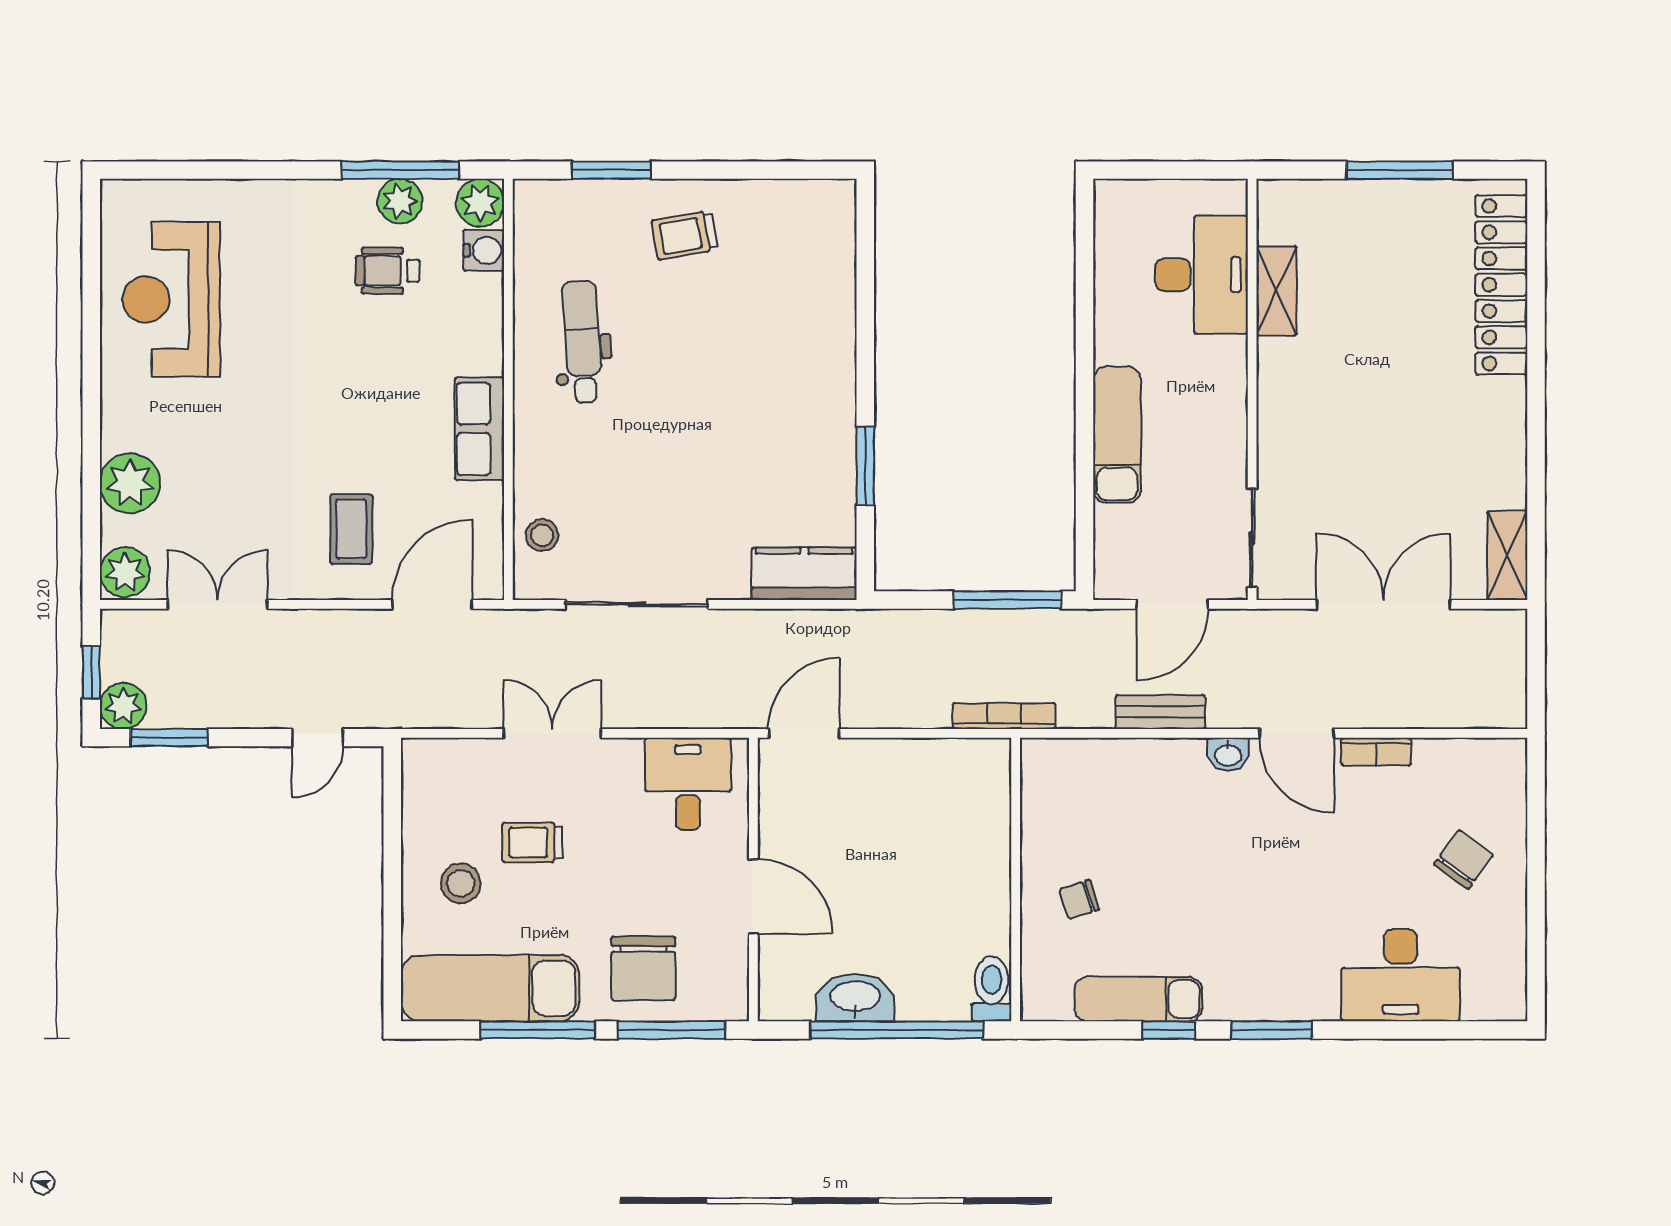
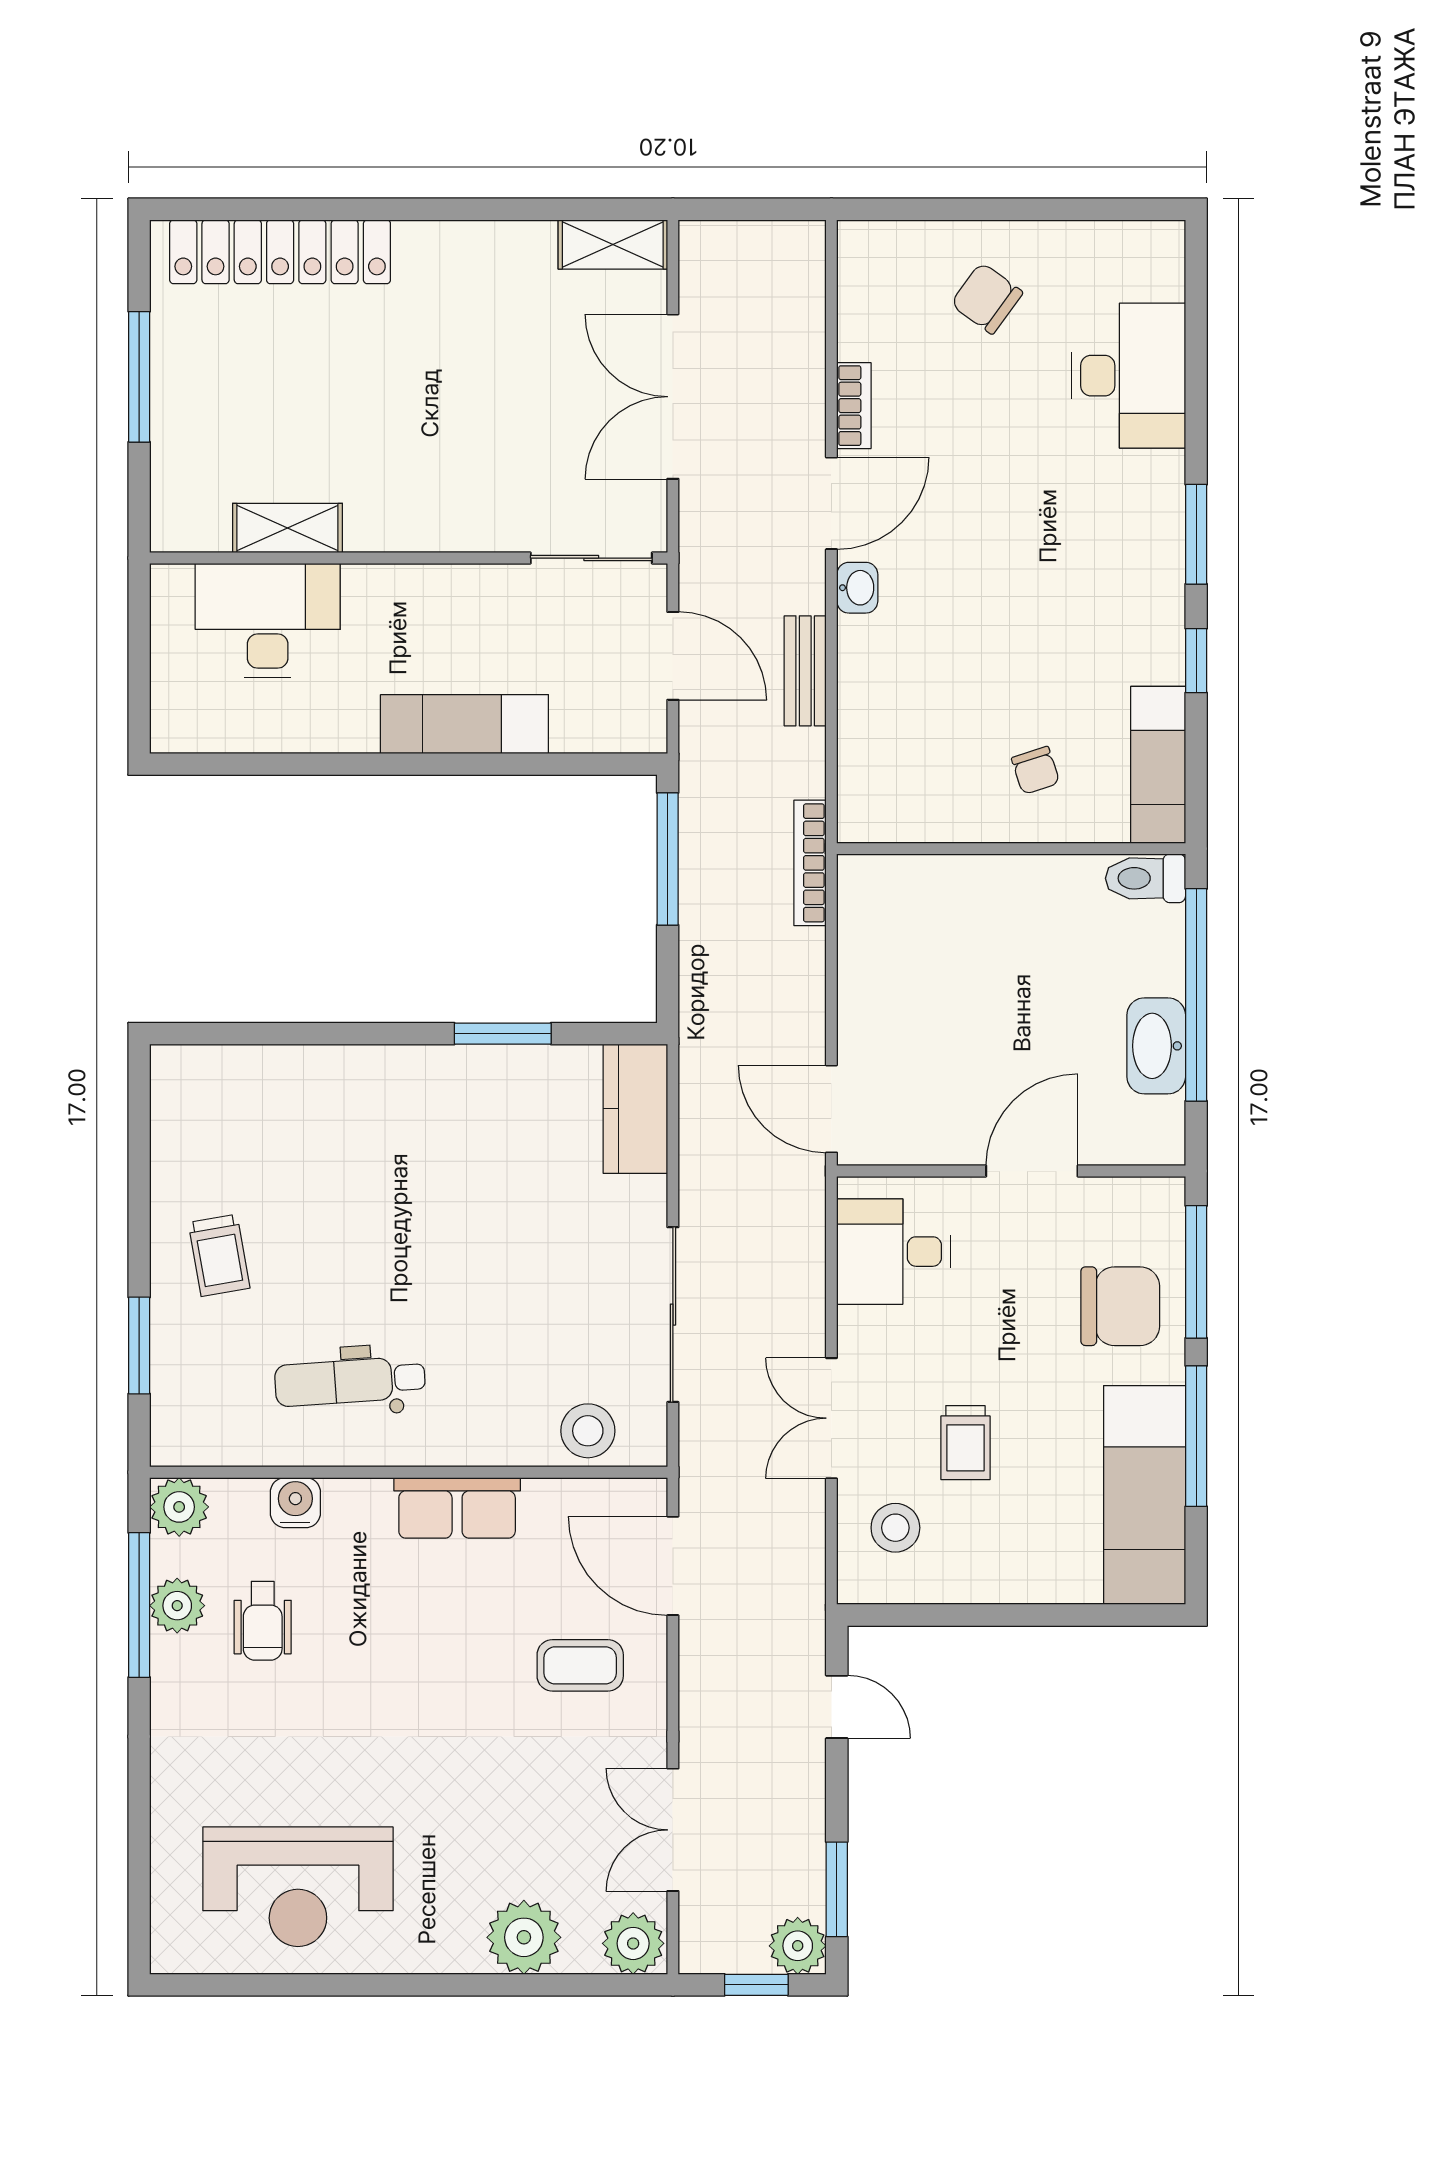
water cooler: (484, 250) -> (295, 1503), moved
stool: (542, 535) -> (588, 1431), width x1.37, depth x1.37
stool: (461, 883) -> (895, 1528), moved
exam couch: (1138, 999) -> (1158, 765), moved

